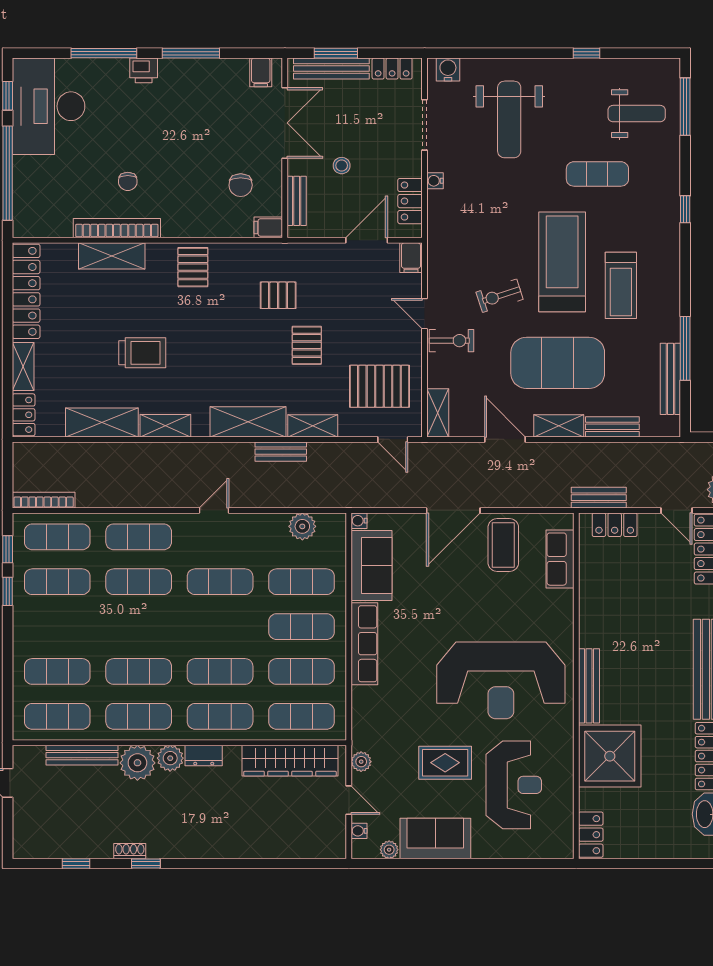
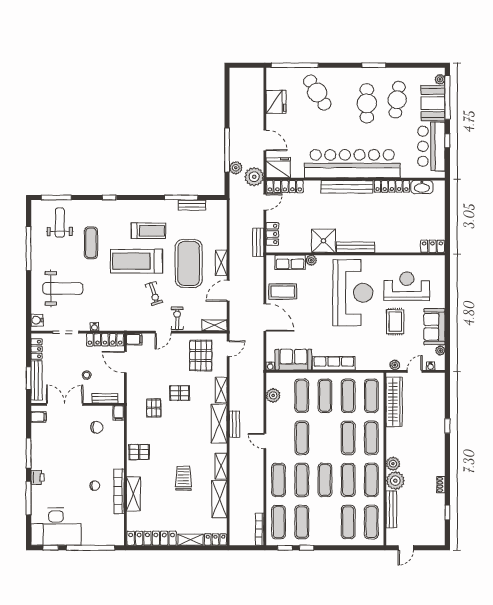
window: (587, 53) -> (29, 248), width x3.17
locker: (410, 201) -> (105, 340), width x1.53
bench: (670, 379) -> (192, 205), width x0.73
bench: (612, 427) -> (222, 235), removed
bench: (281, 452) -> (234, 424), moved
plant: (564, 600) -> (311, 260), added
exercise mat: (139, 627) -> (325, 480), added
dresser: (204, 755) -> (392, 446), removed
shower: (610, 756) -> (324, 241), moved, width x0.73, depth x0.73
window: (146, 864) -> (447, 426), moved

